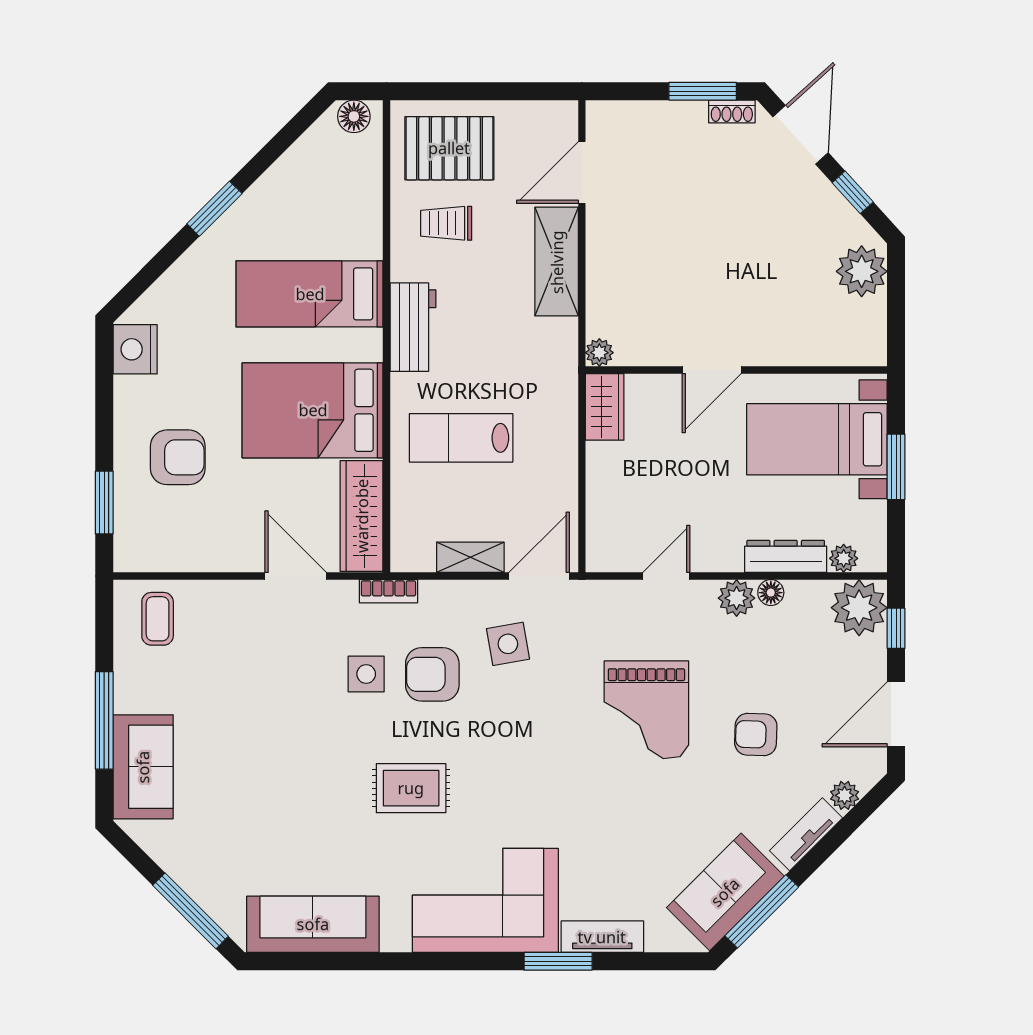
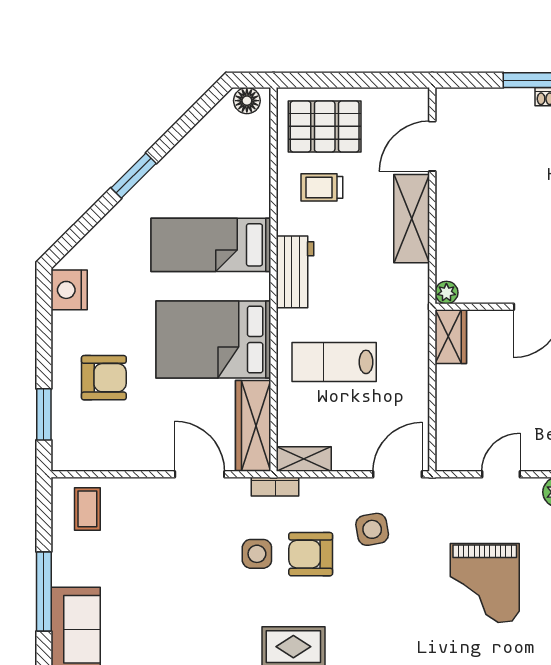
shelving: (470, 557) -> (304, 459), moved

